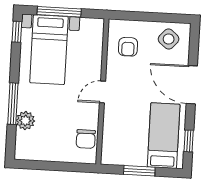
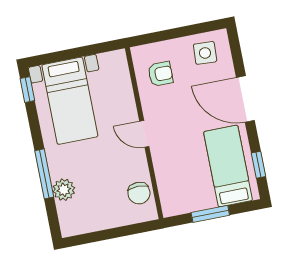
window: (59, 12) -> (70, 54), removed
side table: (169, 39) -> (205, 53), turned -38
armchair: (128, 47) -> (160, 74), turned -90
door: (102, 92) -> (144, 134), hinge flipped

